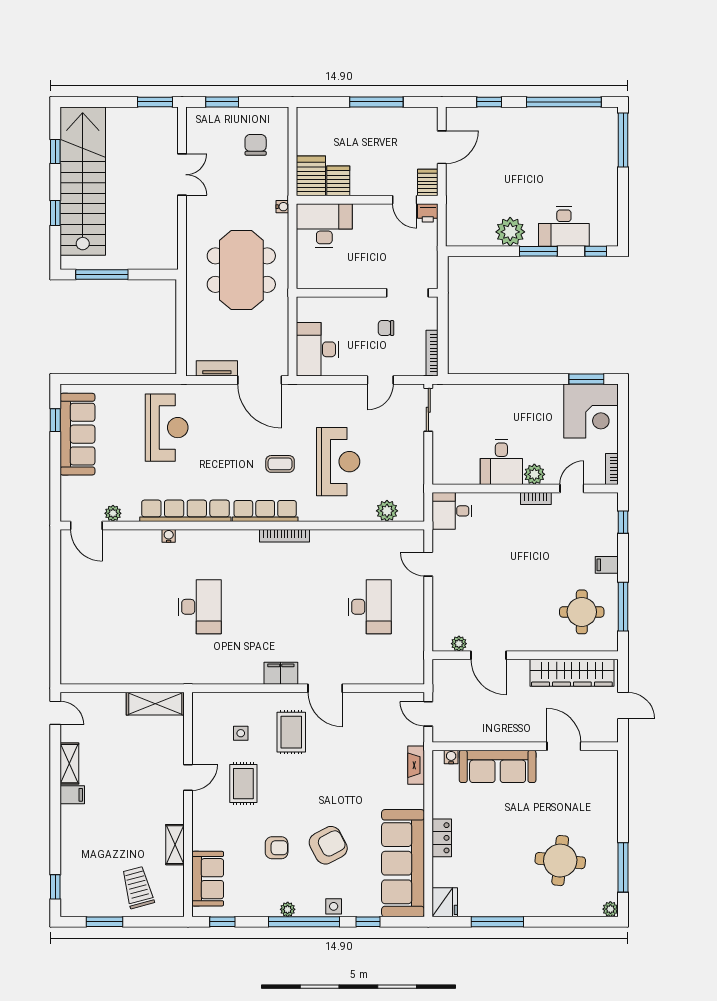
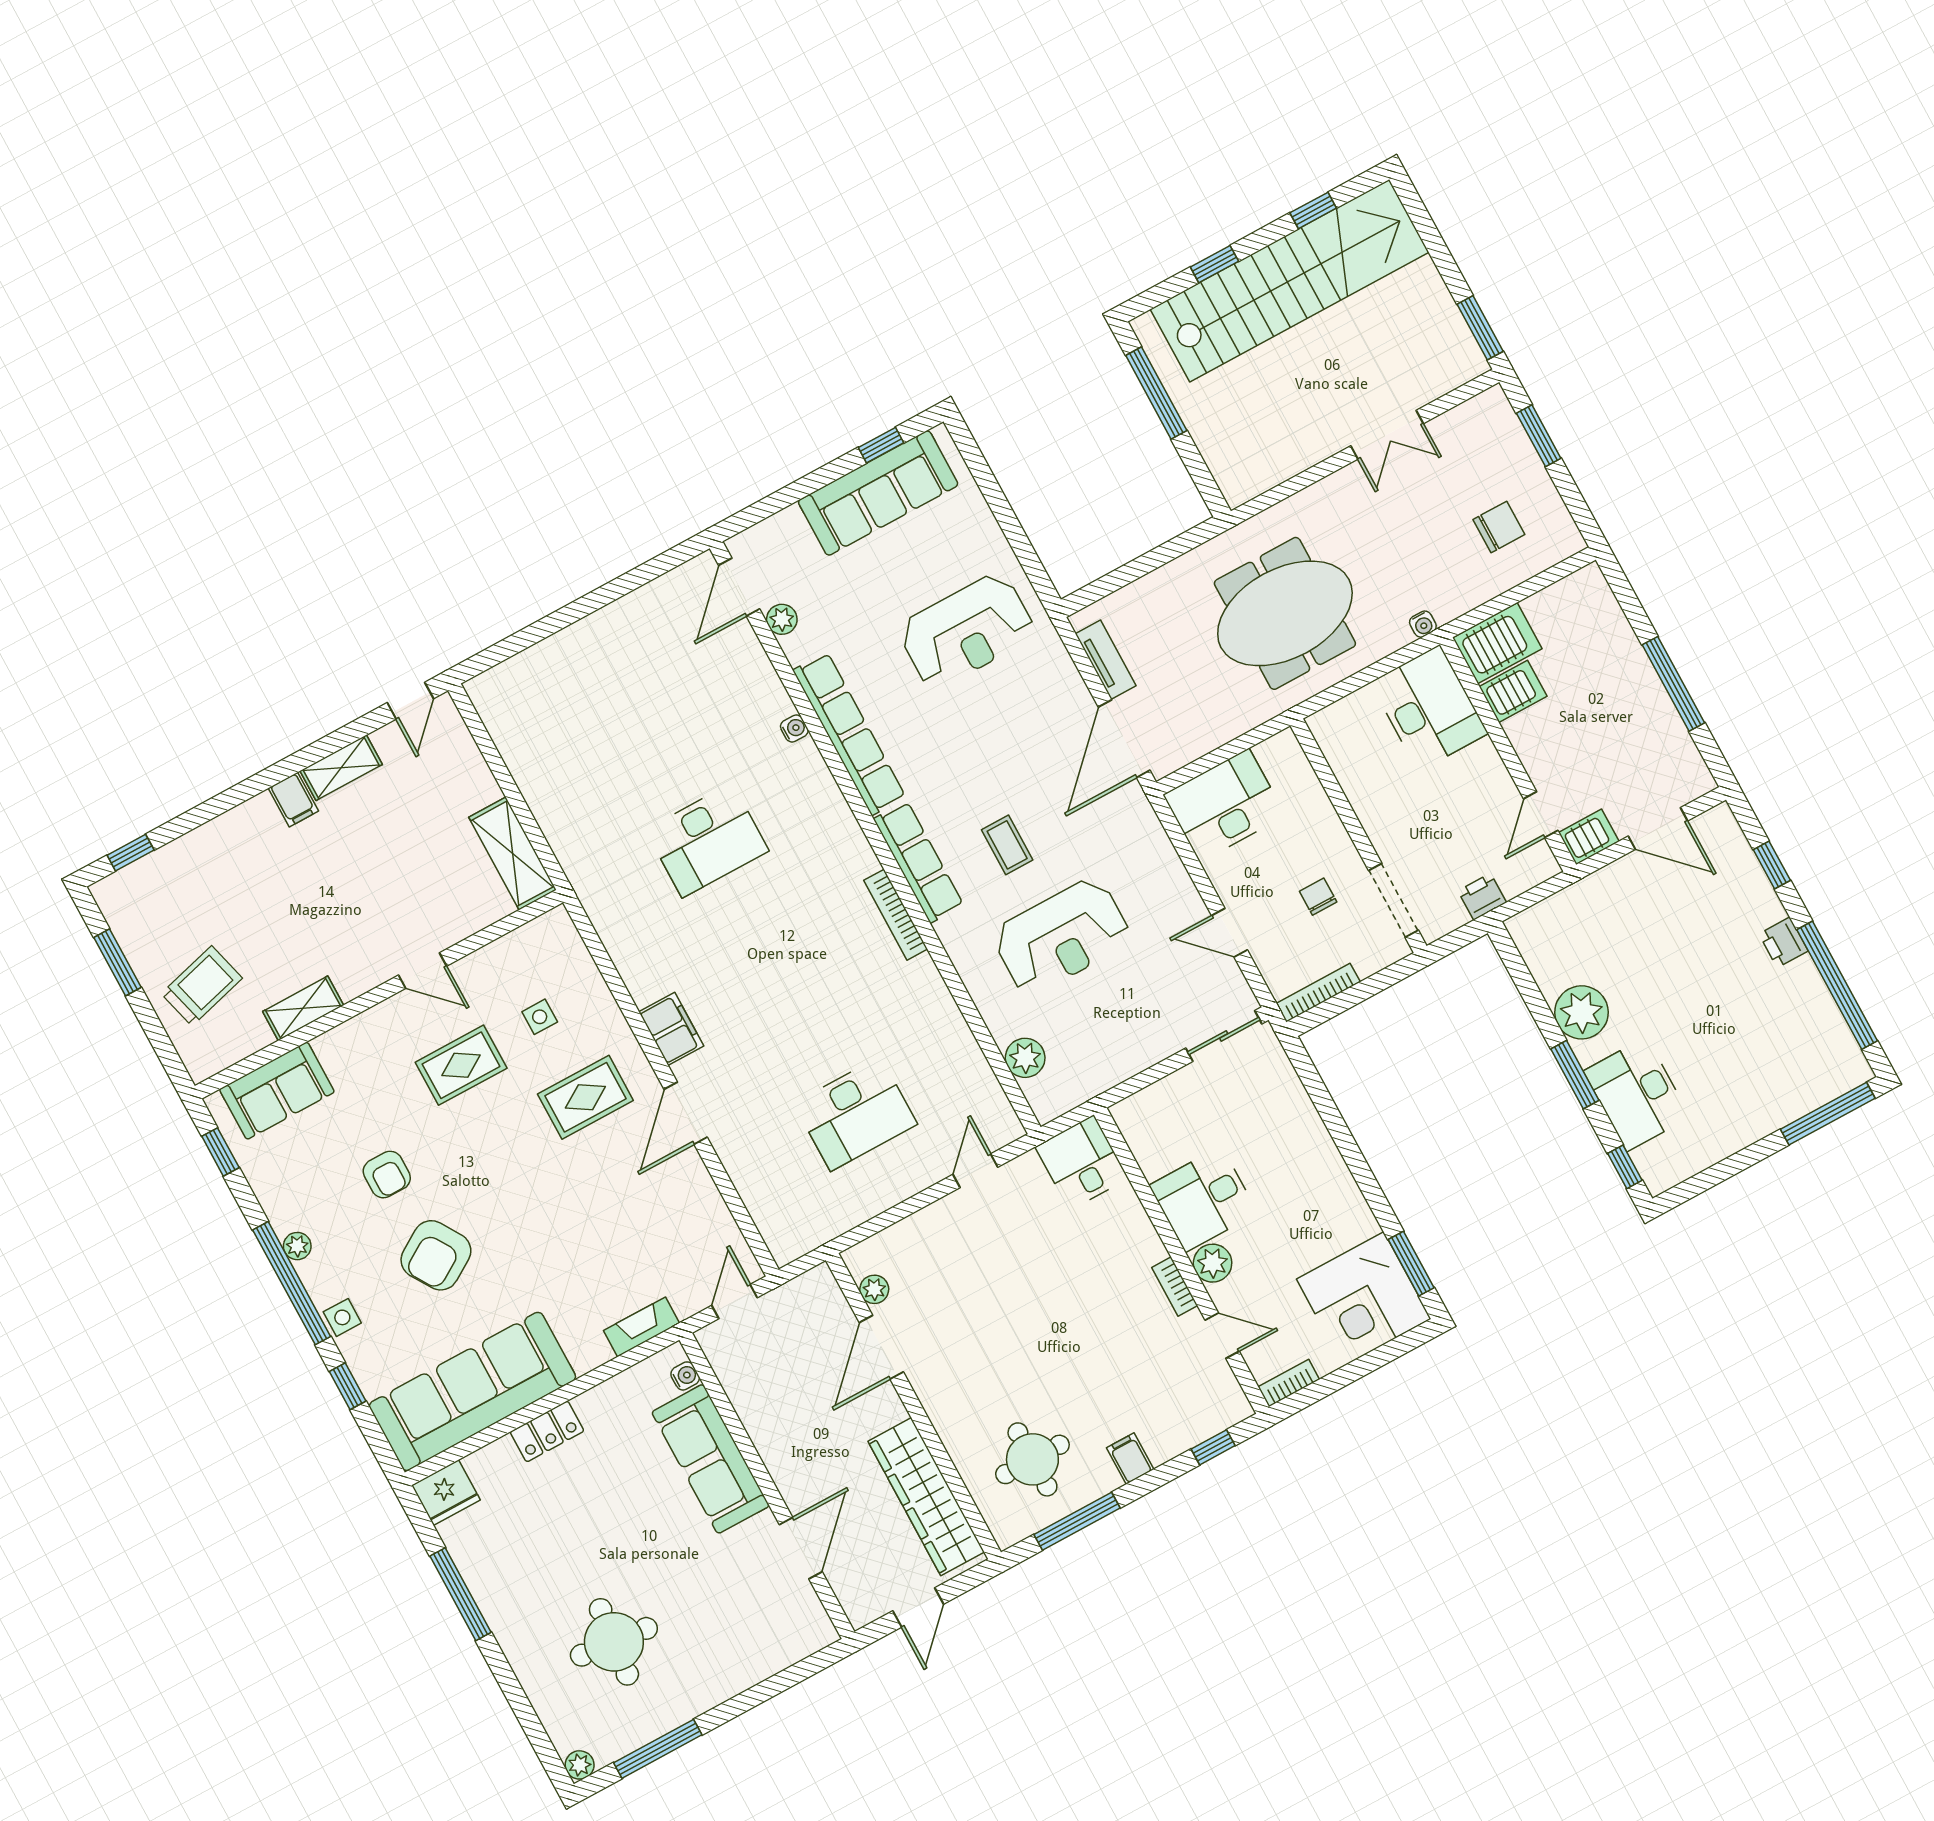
printer: (529, 116) -> (1783, 942), added
printer: (428, 213) -> (1482, 897), moved, turned 90
armchair: (328, 845) -> (436, 1255), turned 86

